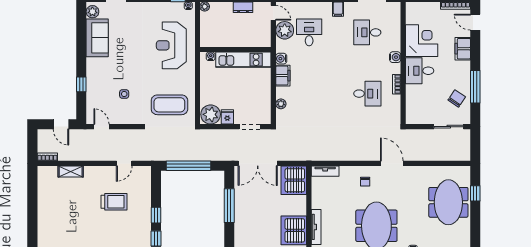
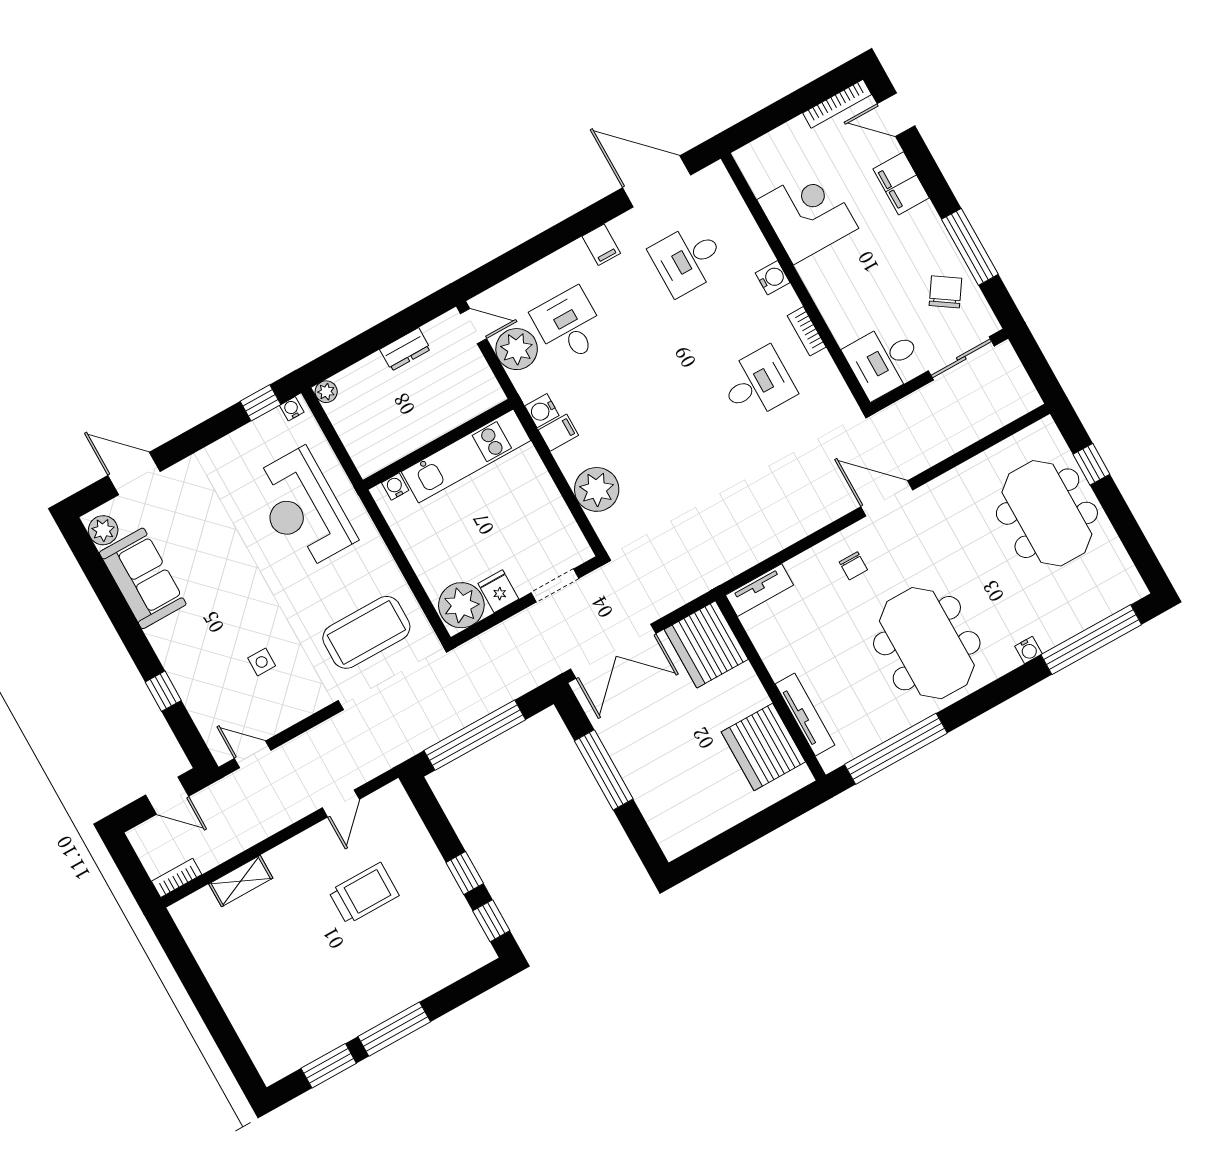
desk: (420, 71) -> (884, 360), moved
filing cabinet: (283, 76) -> (558, 433), width x0.50
plant: (281, 104) -> (597, 489), width x1.88, depth x1.88

